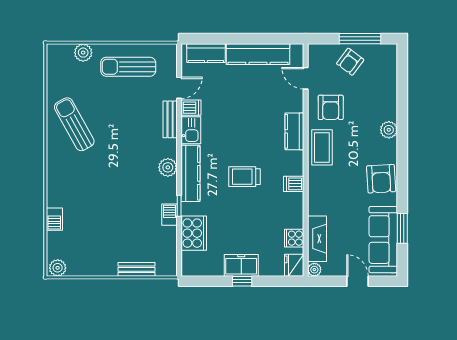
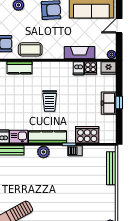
dishwasher: (294, 184) -> (78, 68), moved
fireplace: (317, 239) -> (80, 53), moved
bench: (137, 269) -> (111, 168), width x1.36

